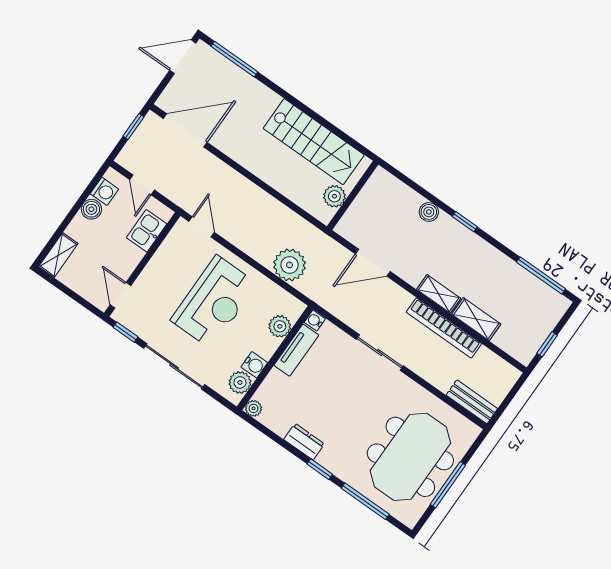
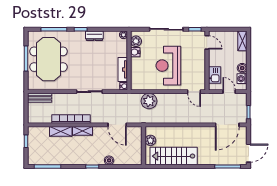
door: (373, 263) -> (117, 125), swing flipped
plant: (280, 326) -> (136, 74), removed

